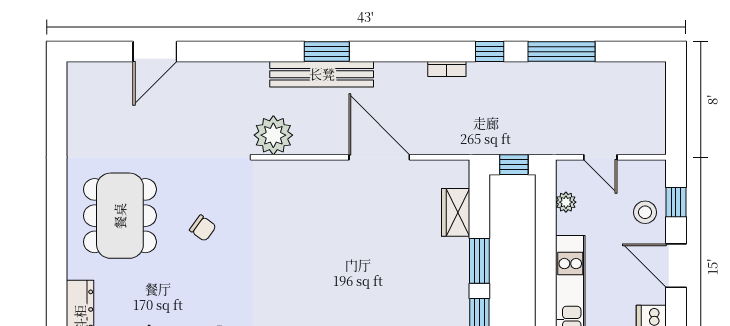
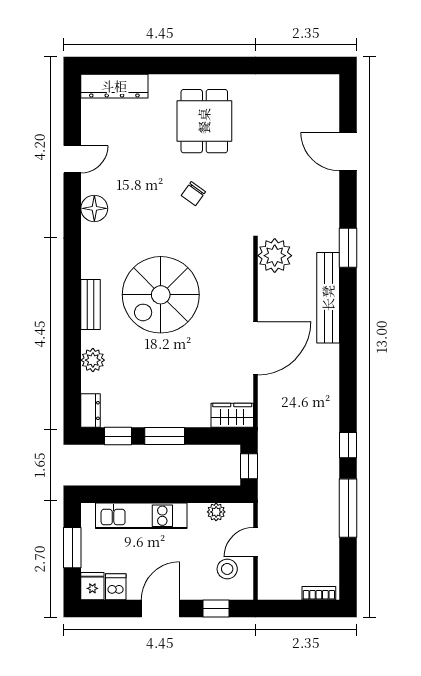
window: (327, 52) -> (348, 248), moved
bookcase: (447, 69) -> (319, 593), moved, turned 90
wardrobe: (456, 212) -> (232, 415), moved
stool: (645, 212) -> (227, 569), moved
dining table: (120, 216) -> (204, 121), width x0.73
spiral stairs: (318, 265) -> (161, 295), added

